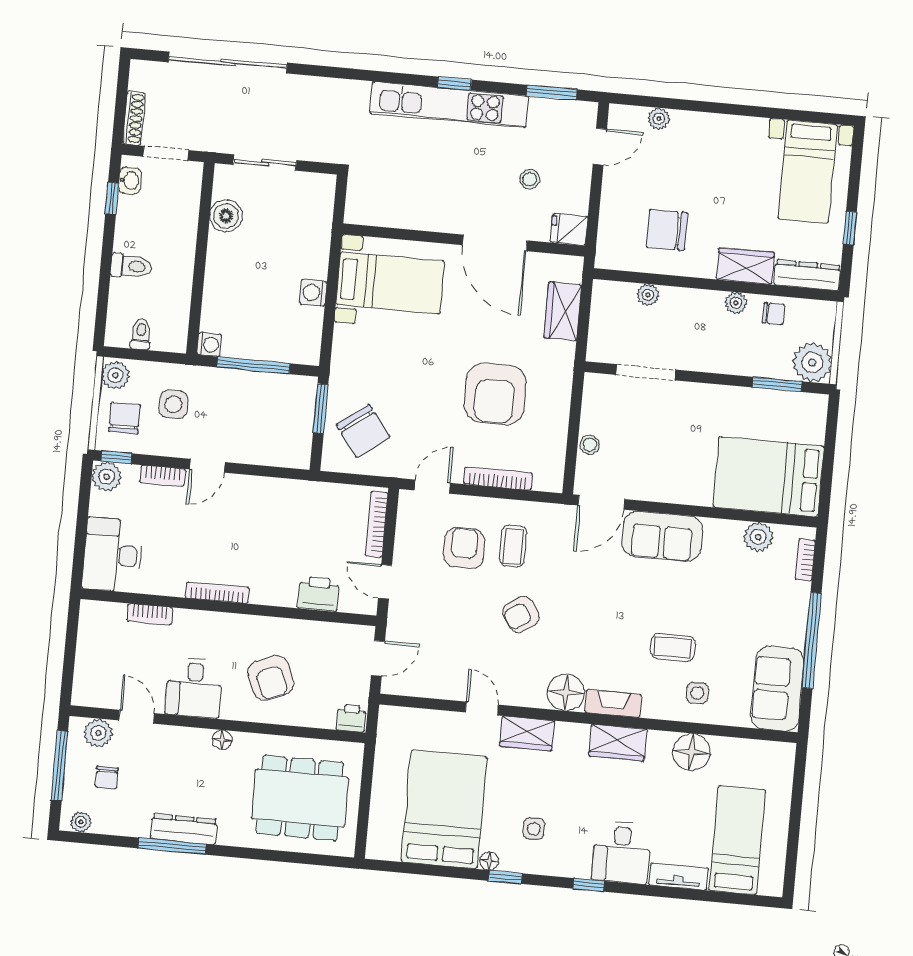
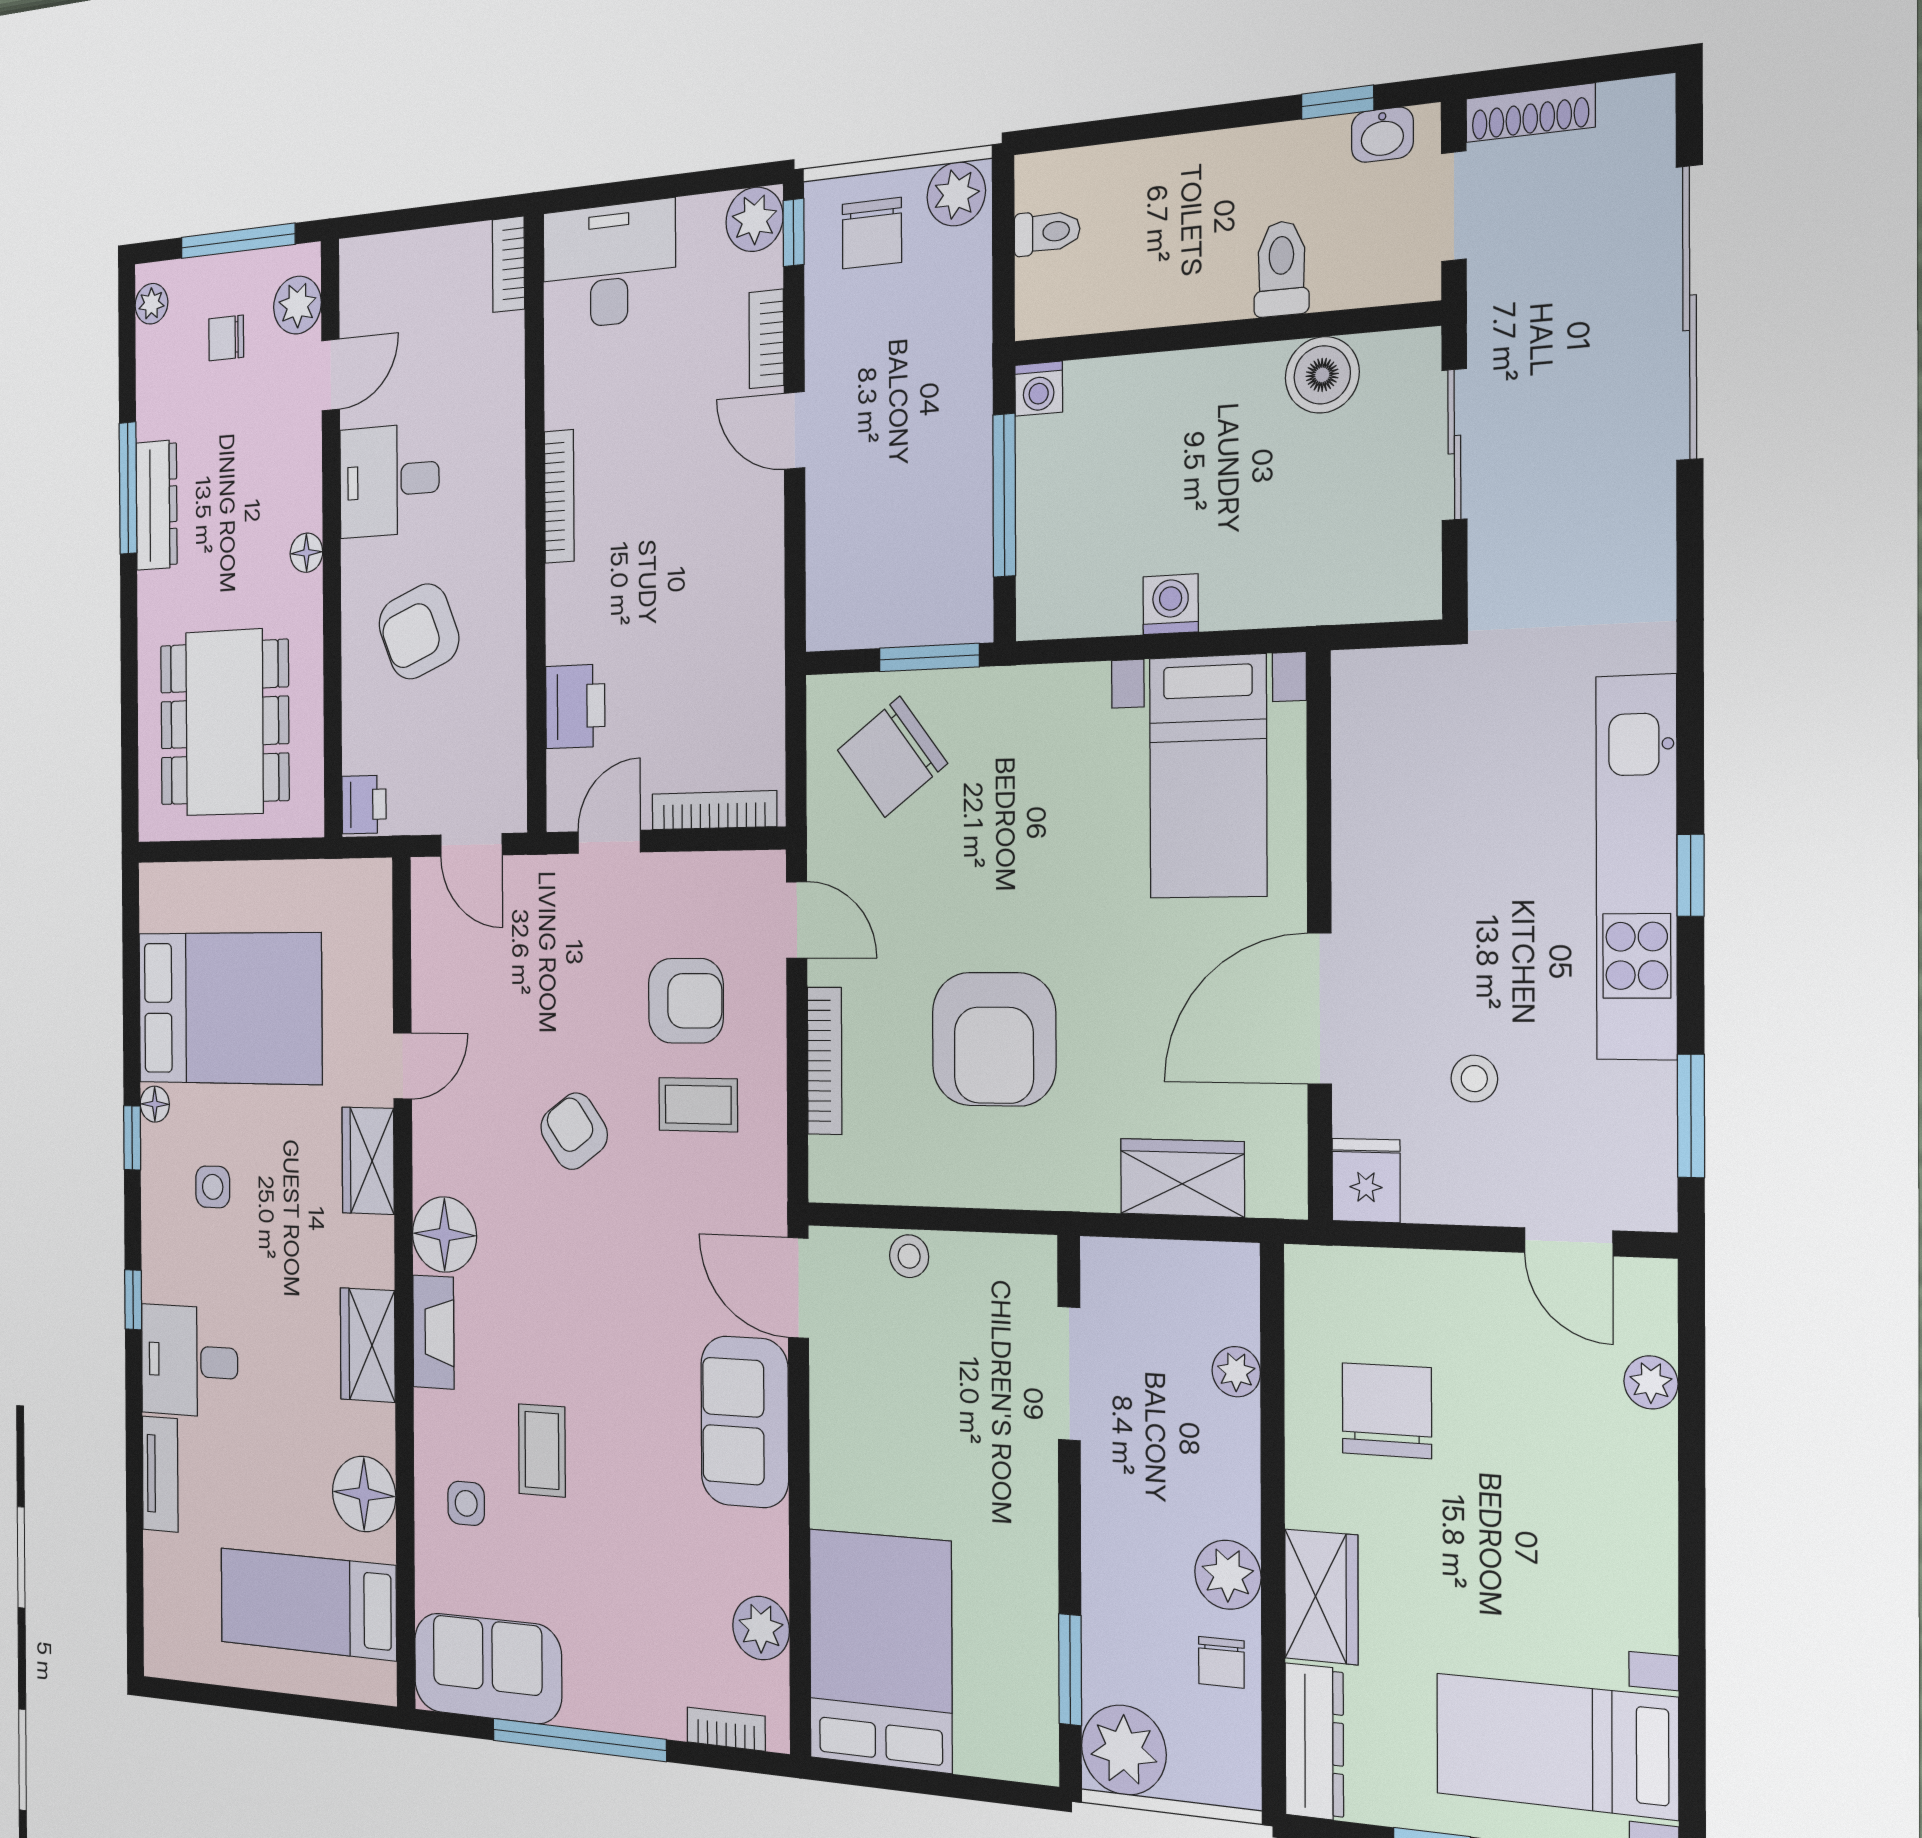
toilet: (131, 266) -> (1281, 269), moved, turned 180
plant: (736, 303) -> (1228, 1575), width x1.38, depth x1.38
armchair: (495, 394) -> (994, 1039), turned -90
side table: (173, 404) -> (909, 334), removed
chair: (125, 418) -> (872, 233), turned 90
bookcase: (150, 614) -> (508, 264), moved
bed: (737, 840) -> (308, 1604), moved, turned 180

